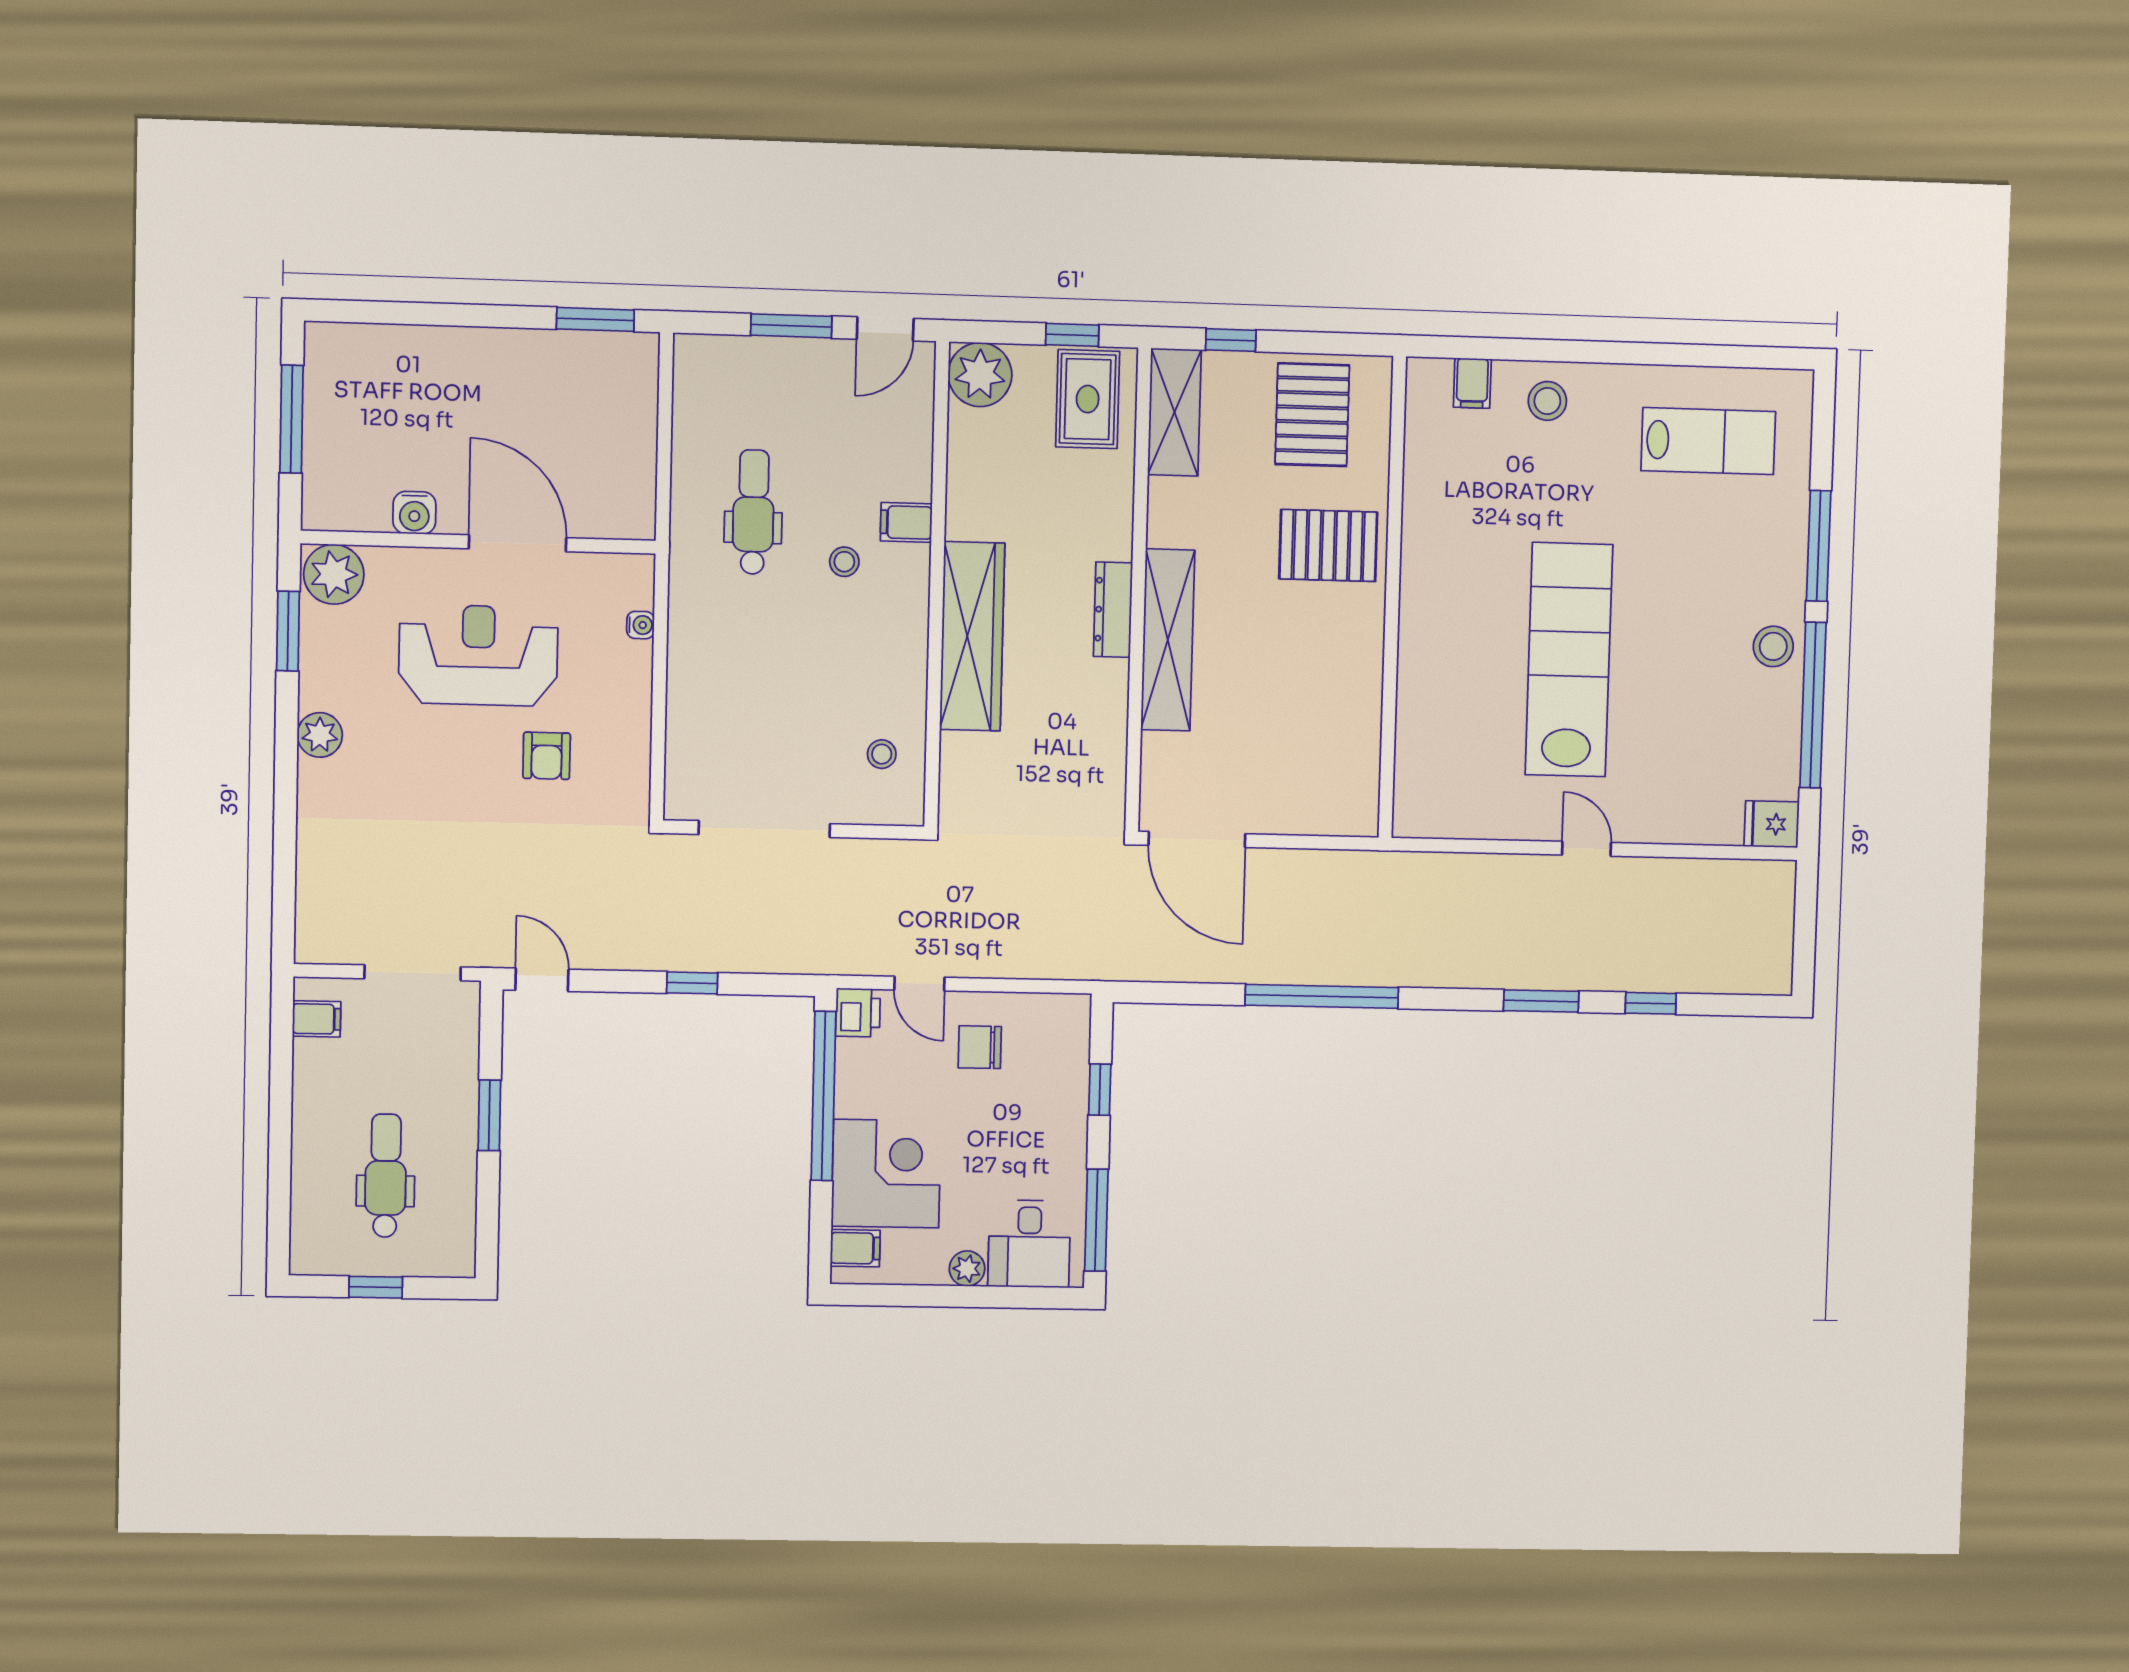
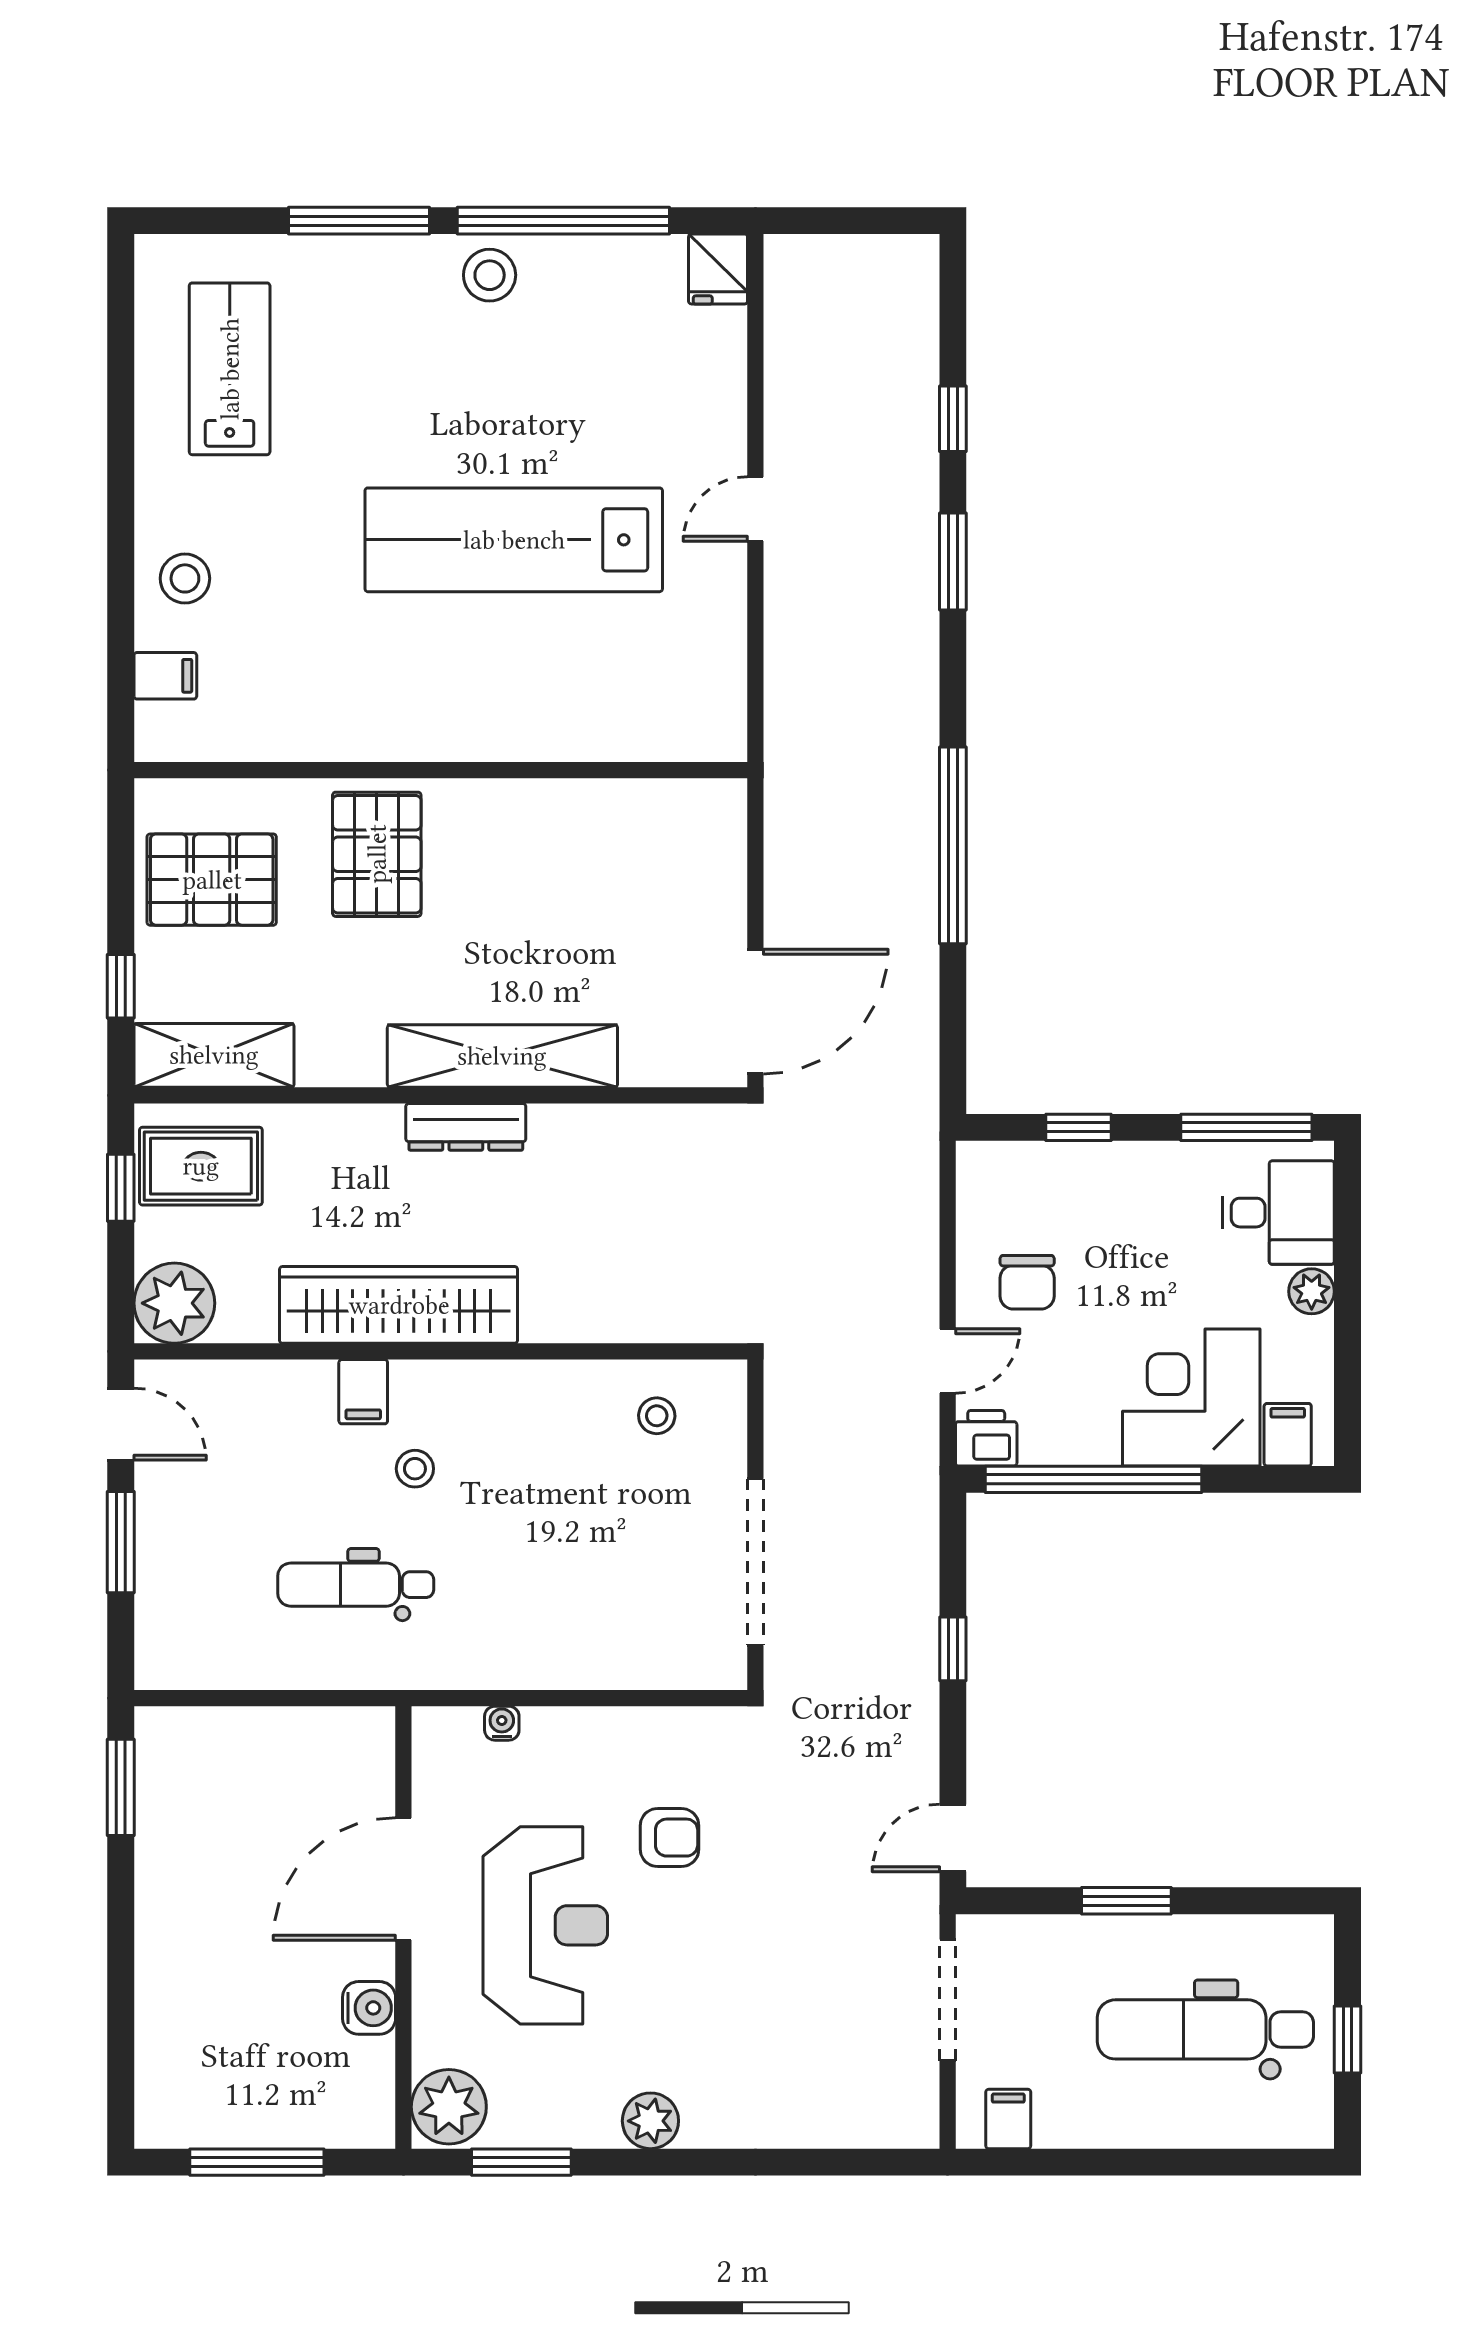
wardrobe: (972, 636) -> (399, 1305), moved
reception desk: (478, 655) -> (545, 1925), turned 180
dental chair: (386, 1176) -> (1205, 2029), width x1.36, depth x1.38

